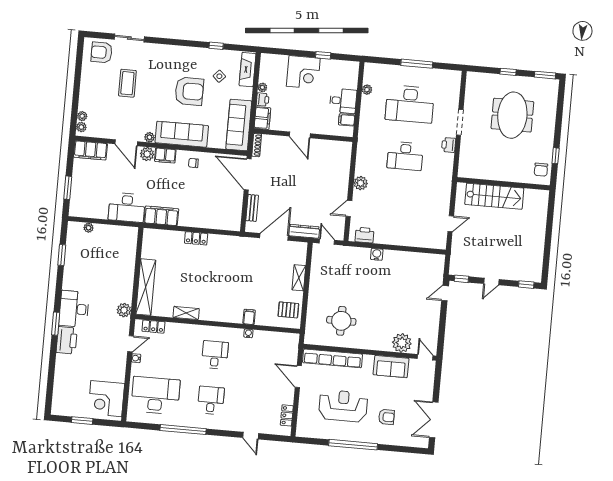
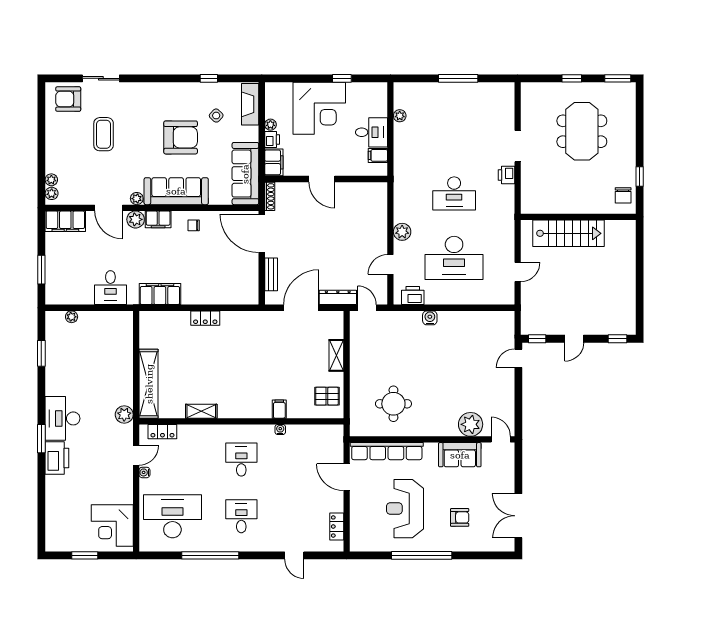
corner desk: (303, 72) -> (319, 108), width x1.36, depth x1.36
desk: (410, 104) -> (454, 258), moved
desk: (127, 207) -> (110, 288), width x0.73
reception desk: (343, 406) -> (405, 509), turned -90

